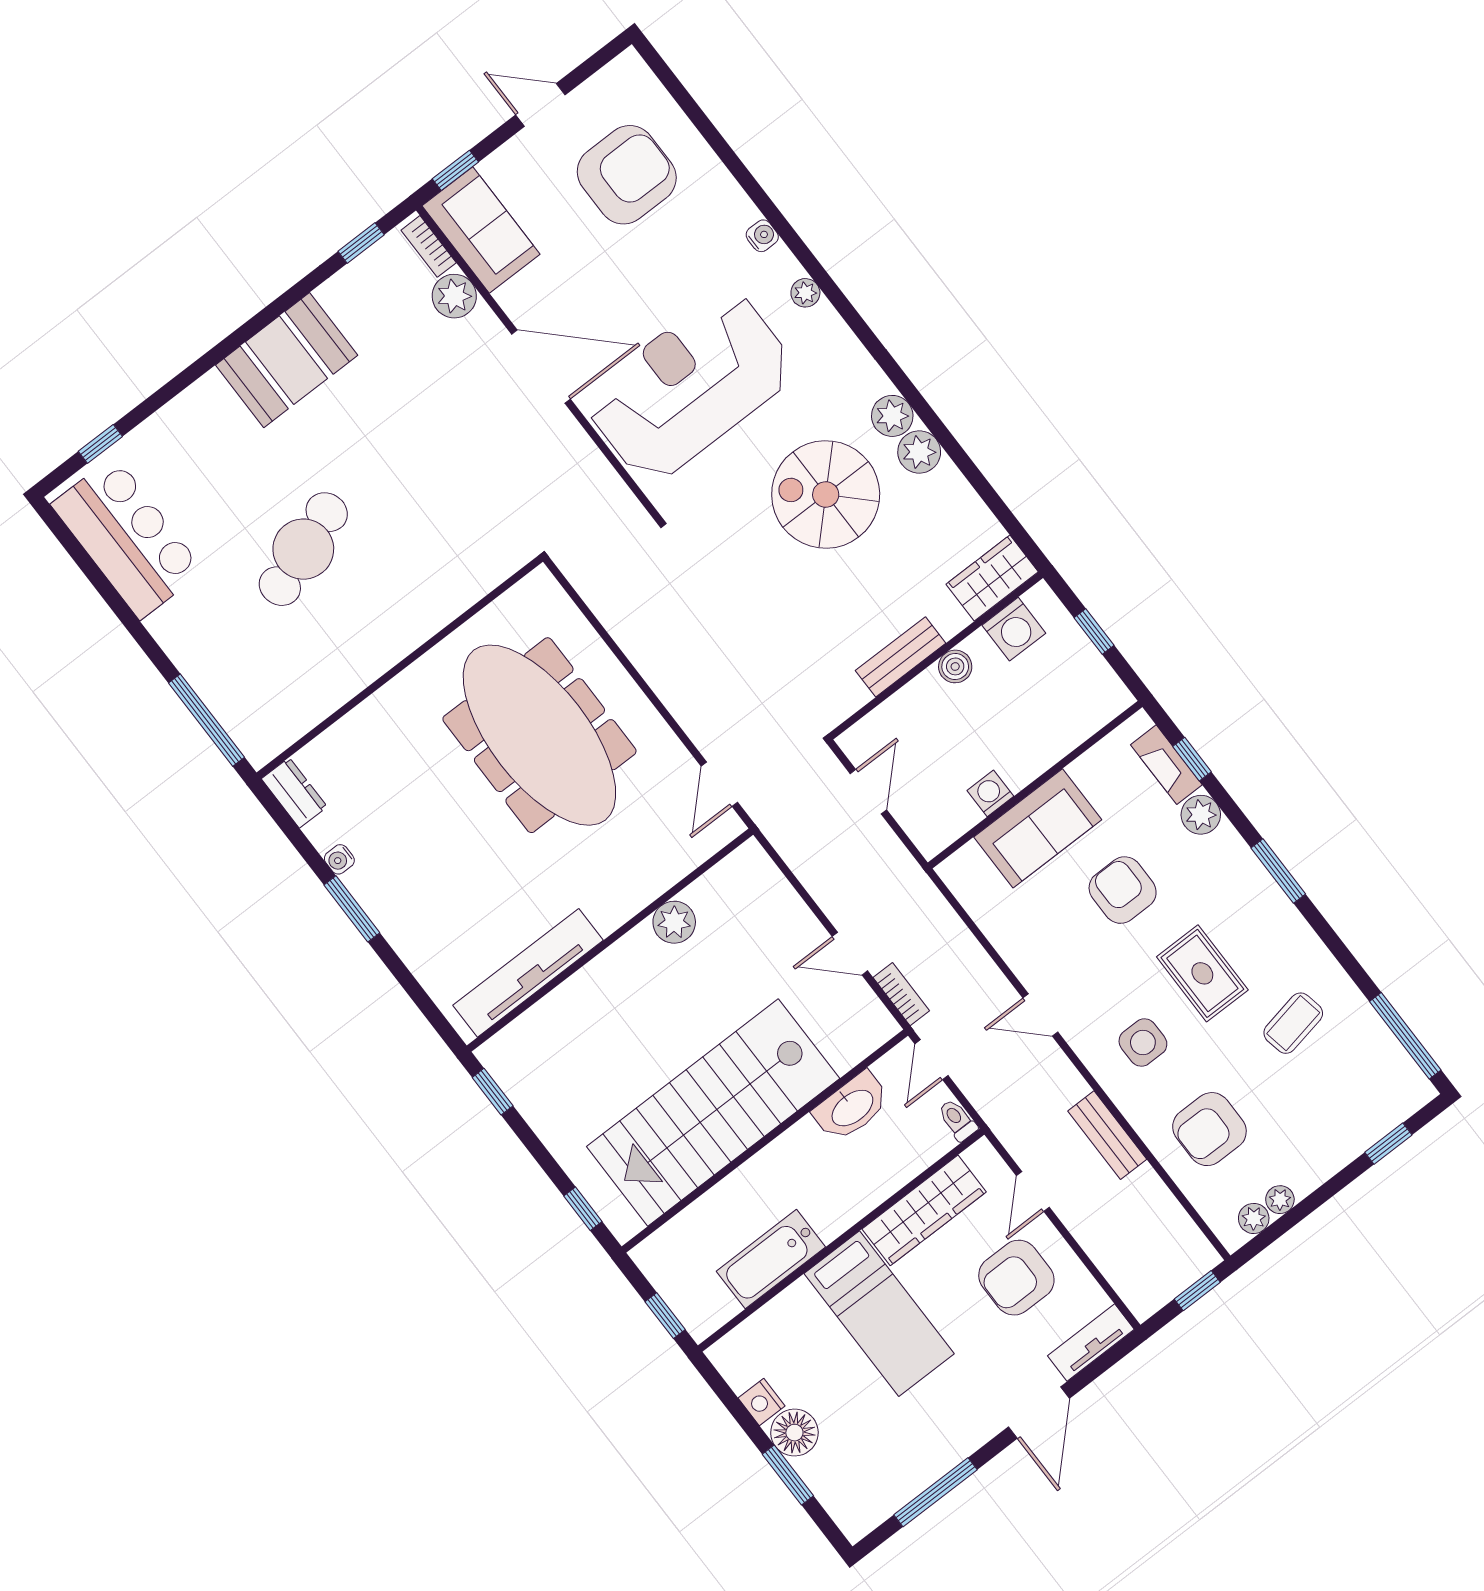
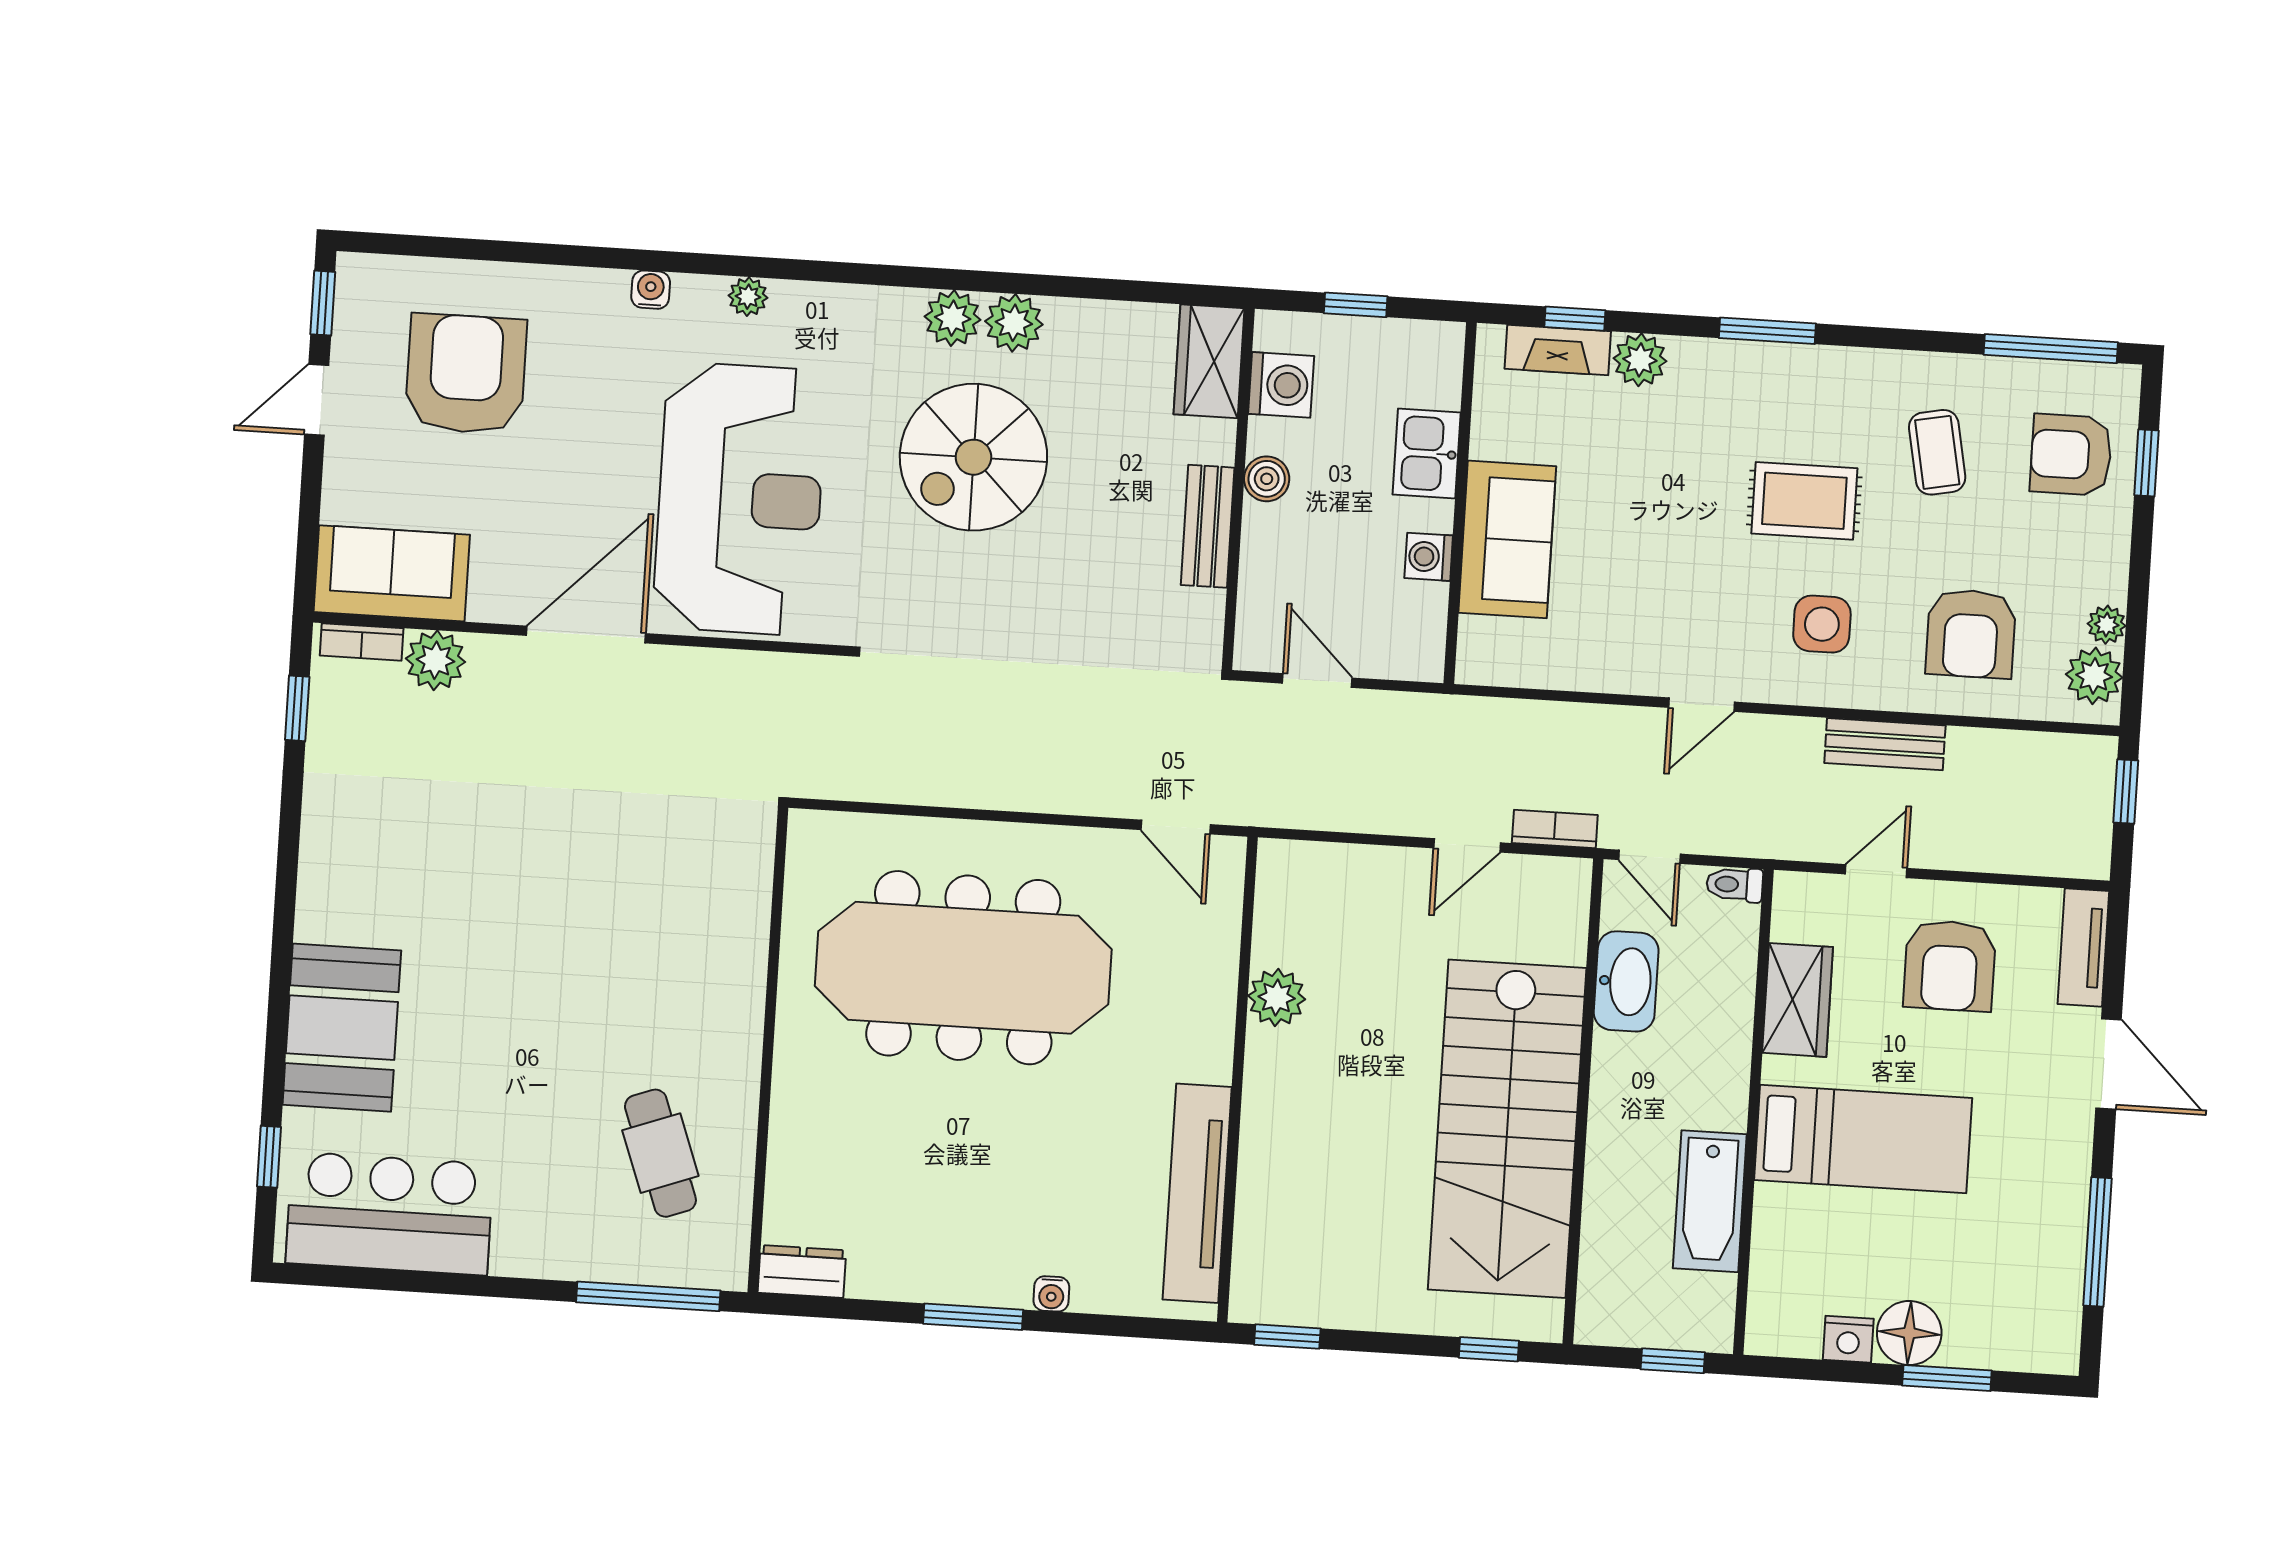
window: (455, 170) -> (323, 303), moved
booth: (287, 360) -> (342, 1028), moved
reception desk: (690, 386) -> (740, 499), turned 180
cafe table: (303, 549) -> (660, 1153), moved, width x0.73, depth x0.74
kitchen sink: (1046, 742) -> (1427, 454), added
water cooler: (339, 859) -> (1051, 1294), moved
armchair: (1123, 890) -> (2071, 455), moved
door: (1033, 1191) -> (1876, 871), swing flipped
wardrobe: (924, 1210) -> (1798, 1000), width x0.67
plant: (1254, 1218) -> (2094, 676), width x1.38, depth x1.38

